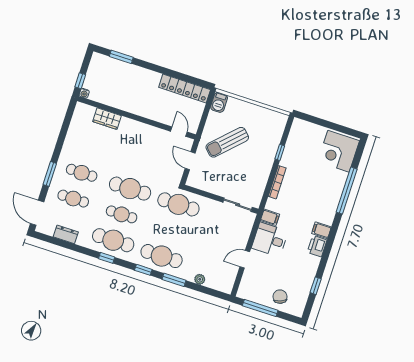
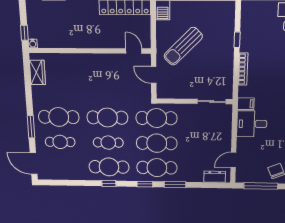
wardrobe: (107, 119) -> (37, 72), moved, turned -90
cafe table: (82, 173) -> (59, 117), width x1.37, depth x1.35
cafe table: (170, 230) -> (157, 143), added
dresser: (66, 234) -> (215, 177), moved
door: (245, 259) -> (233, 160), moved
plant: (200, 279) -> (198, 177), removed

